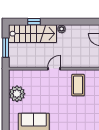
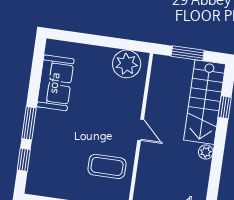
plant: (17, 94) -> (127, 64), moved

